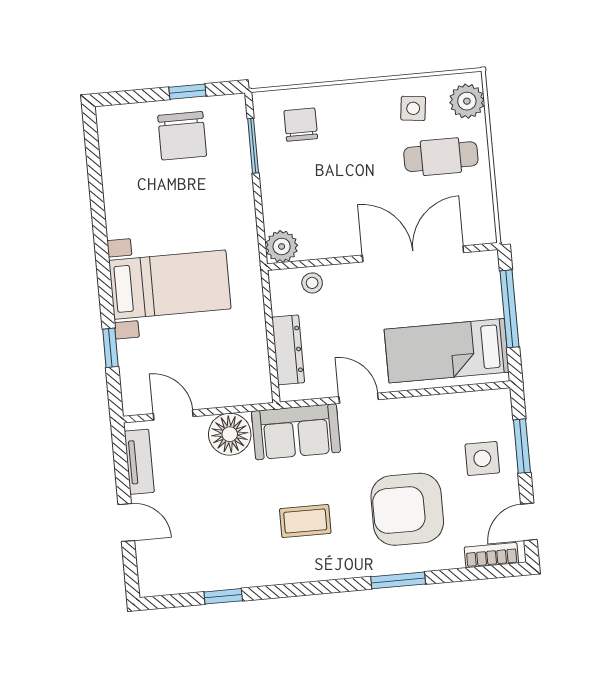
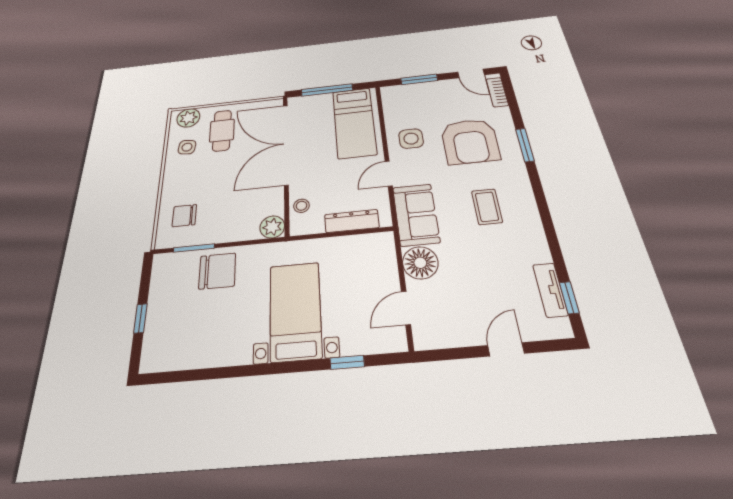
window: (187, 92) -> (140, 318), moved
chair: (182, 136) -> (217, 271), moved
double door: (413, 254) -> (286, 144), width x1.36
side table: (482, 458) -> (411, 139), moved
tv unit: (139, 462) -> (550, 290), moved, turned -90
window: (223, 596) -> (569, 298), moved

